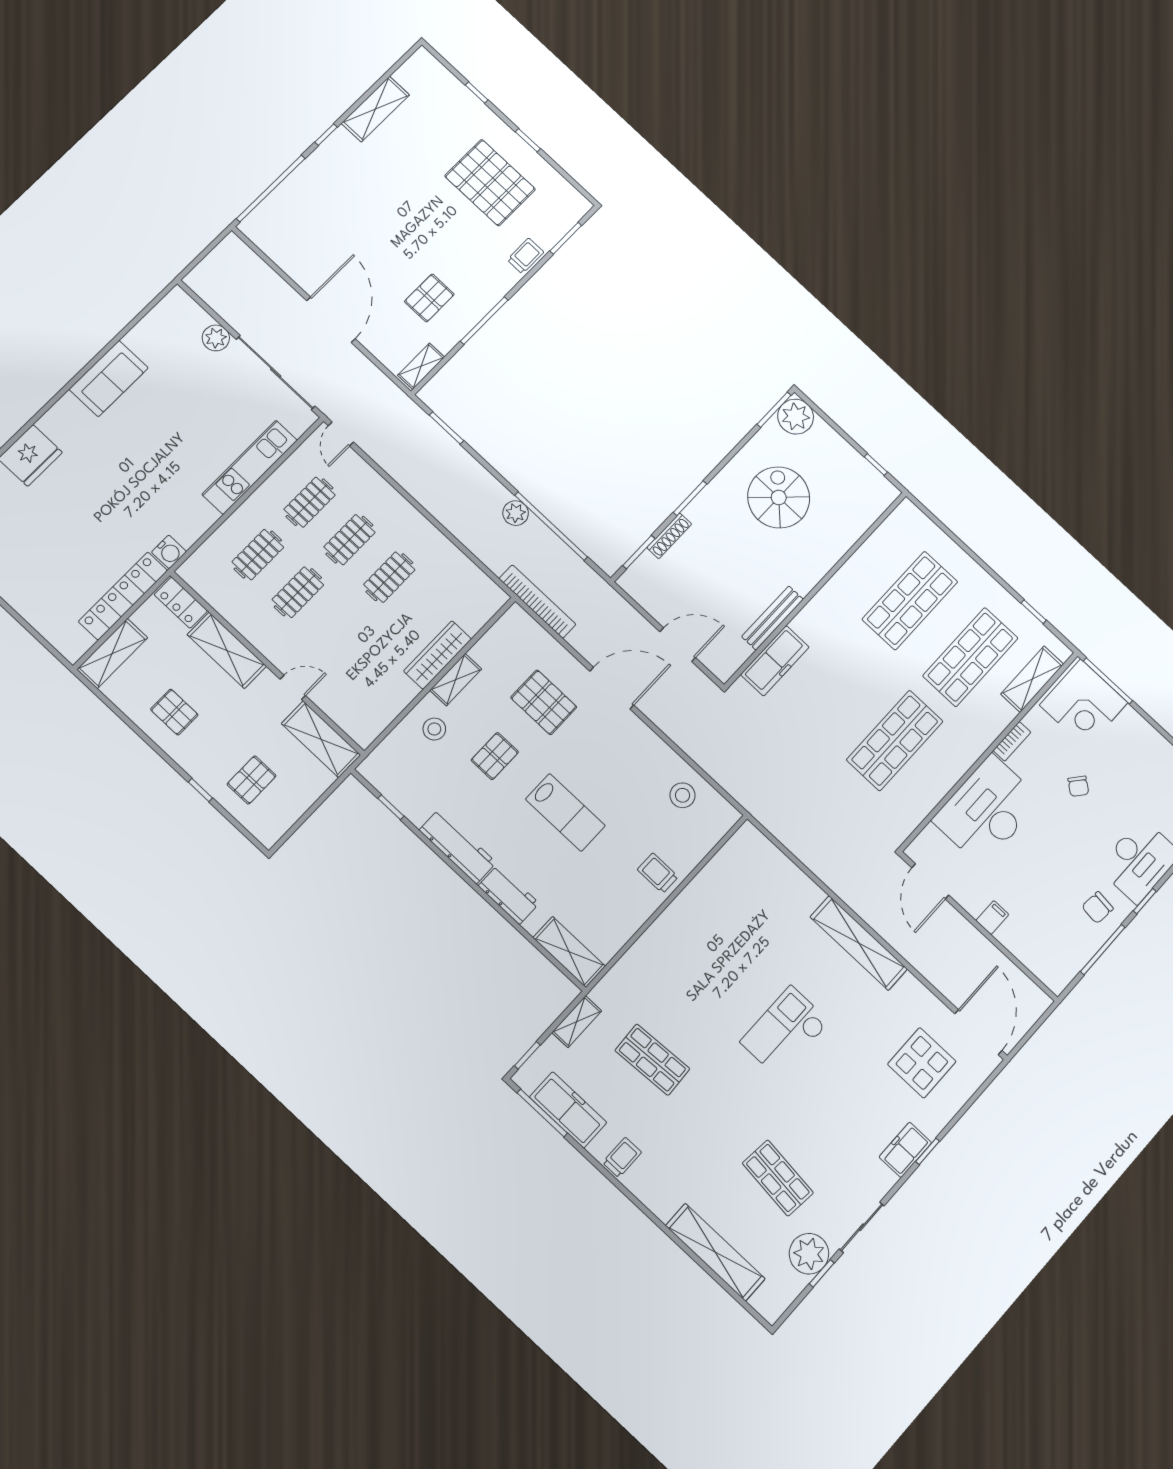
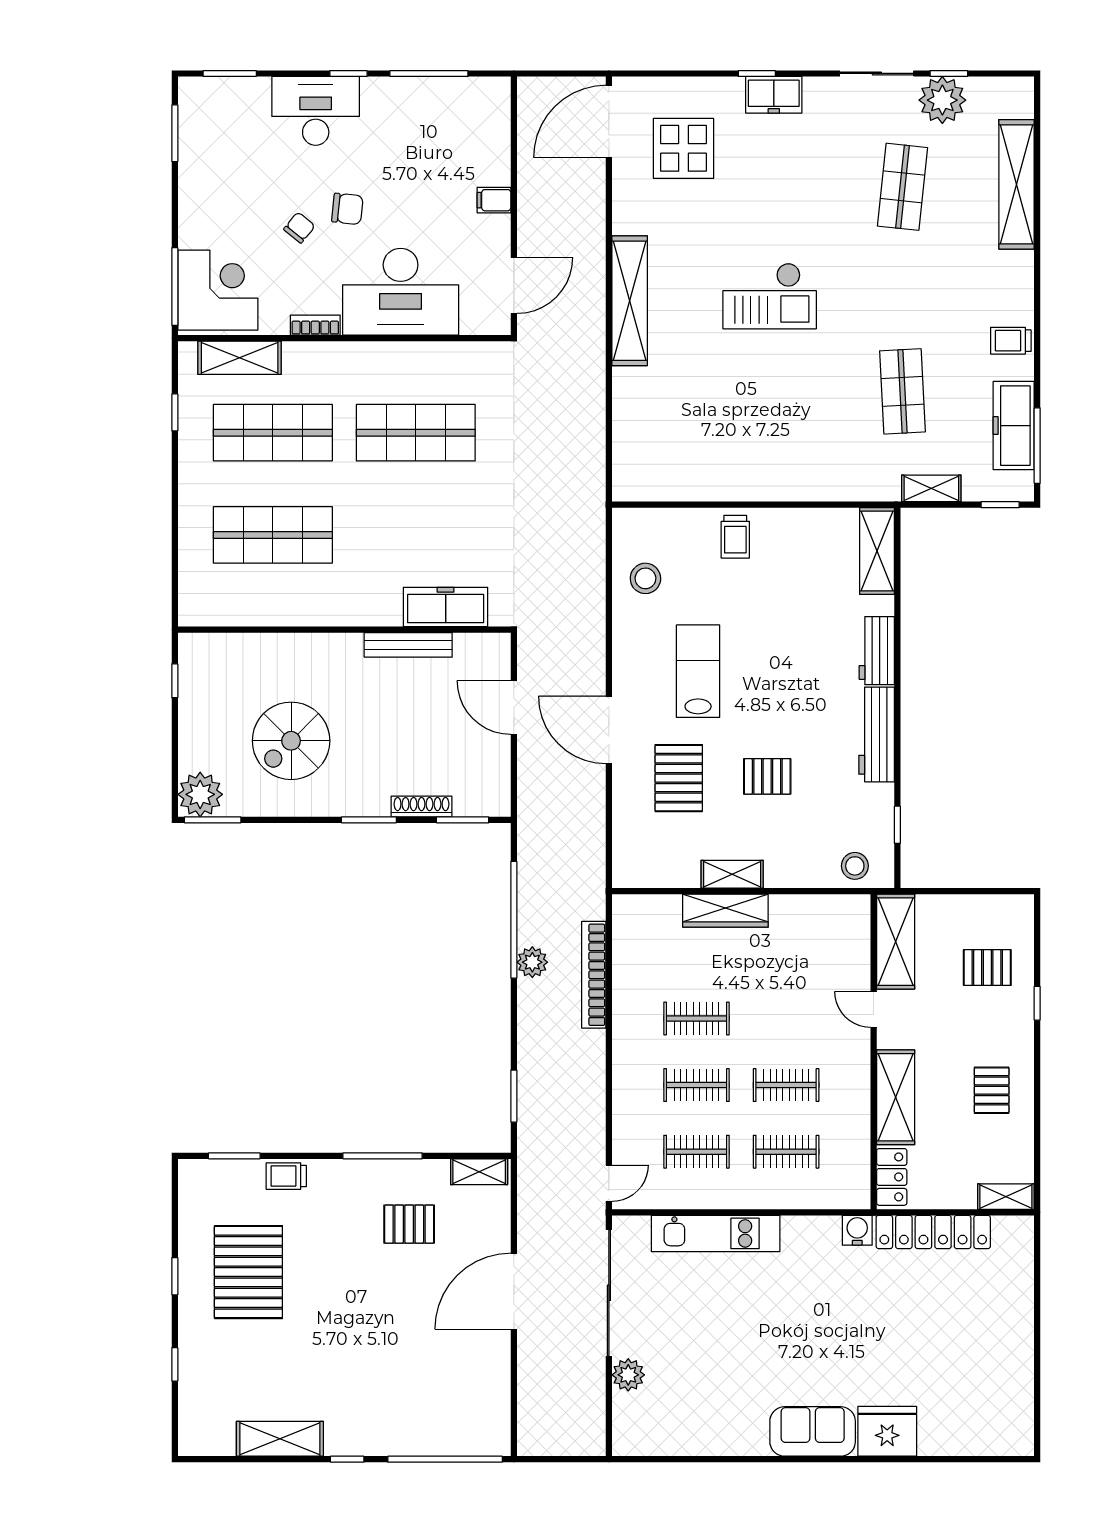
sofa: (109, 379) -> (813, 1431), moved
bookcase: (537, 602) -> (594, 975), moved
shelving: (112, 654) -> (1006, 1197), width x0.67, depth x0.75
stool: (434, 729) -> (855, 866), moved
lab bench: (565, 812) -> (698, 671), moved
chair: (1097, 908) -> (347, 209), moved

